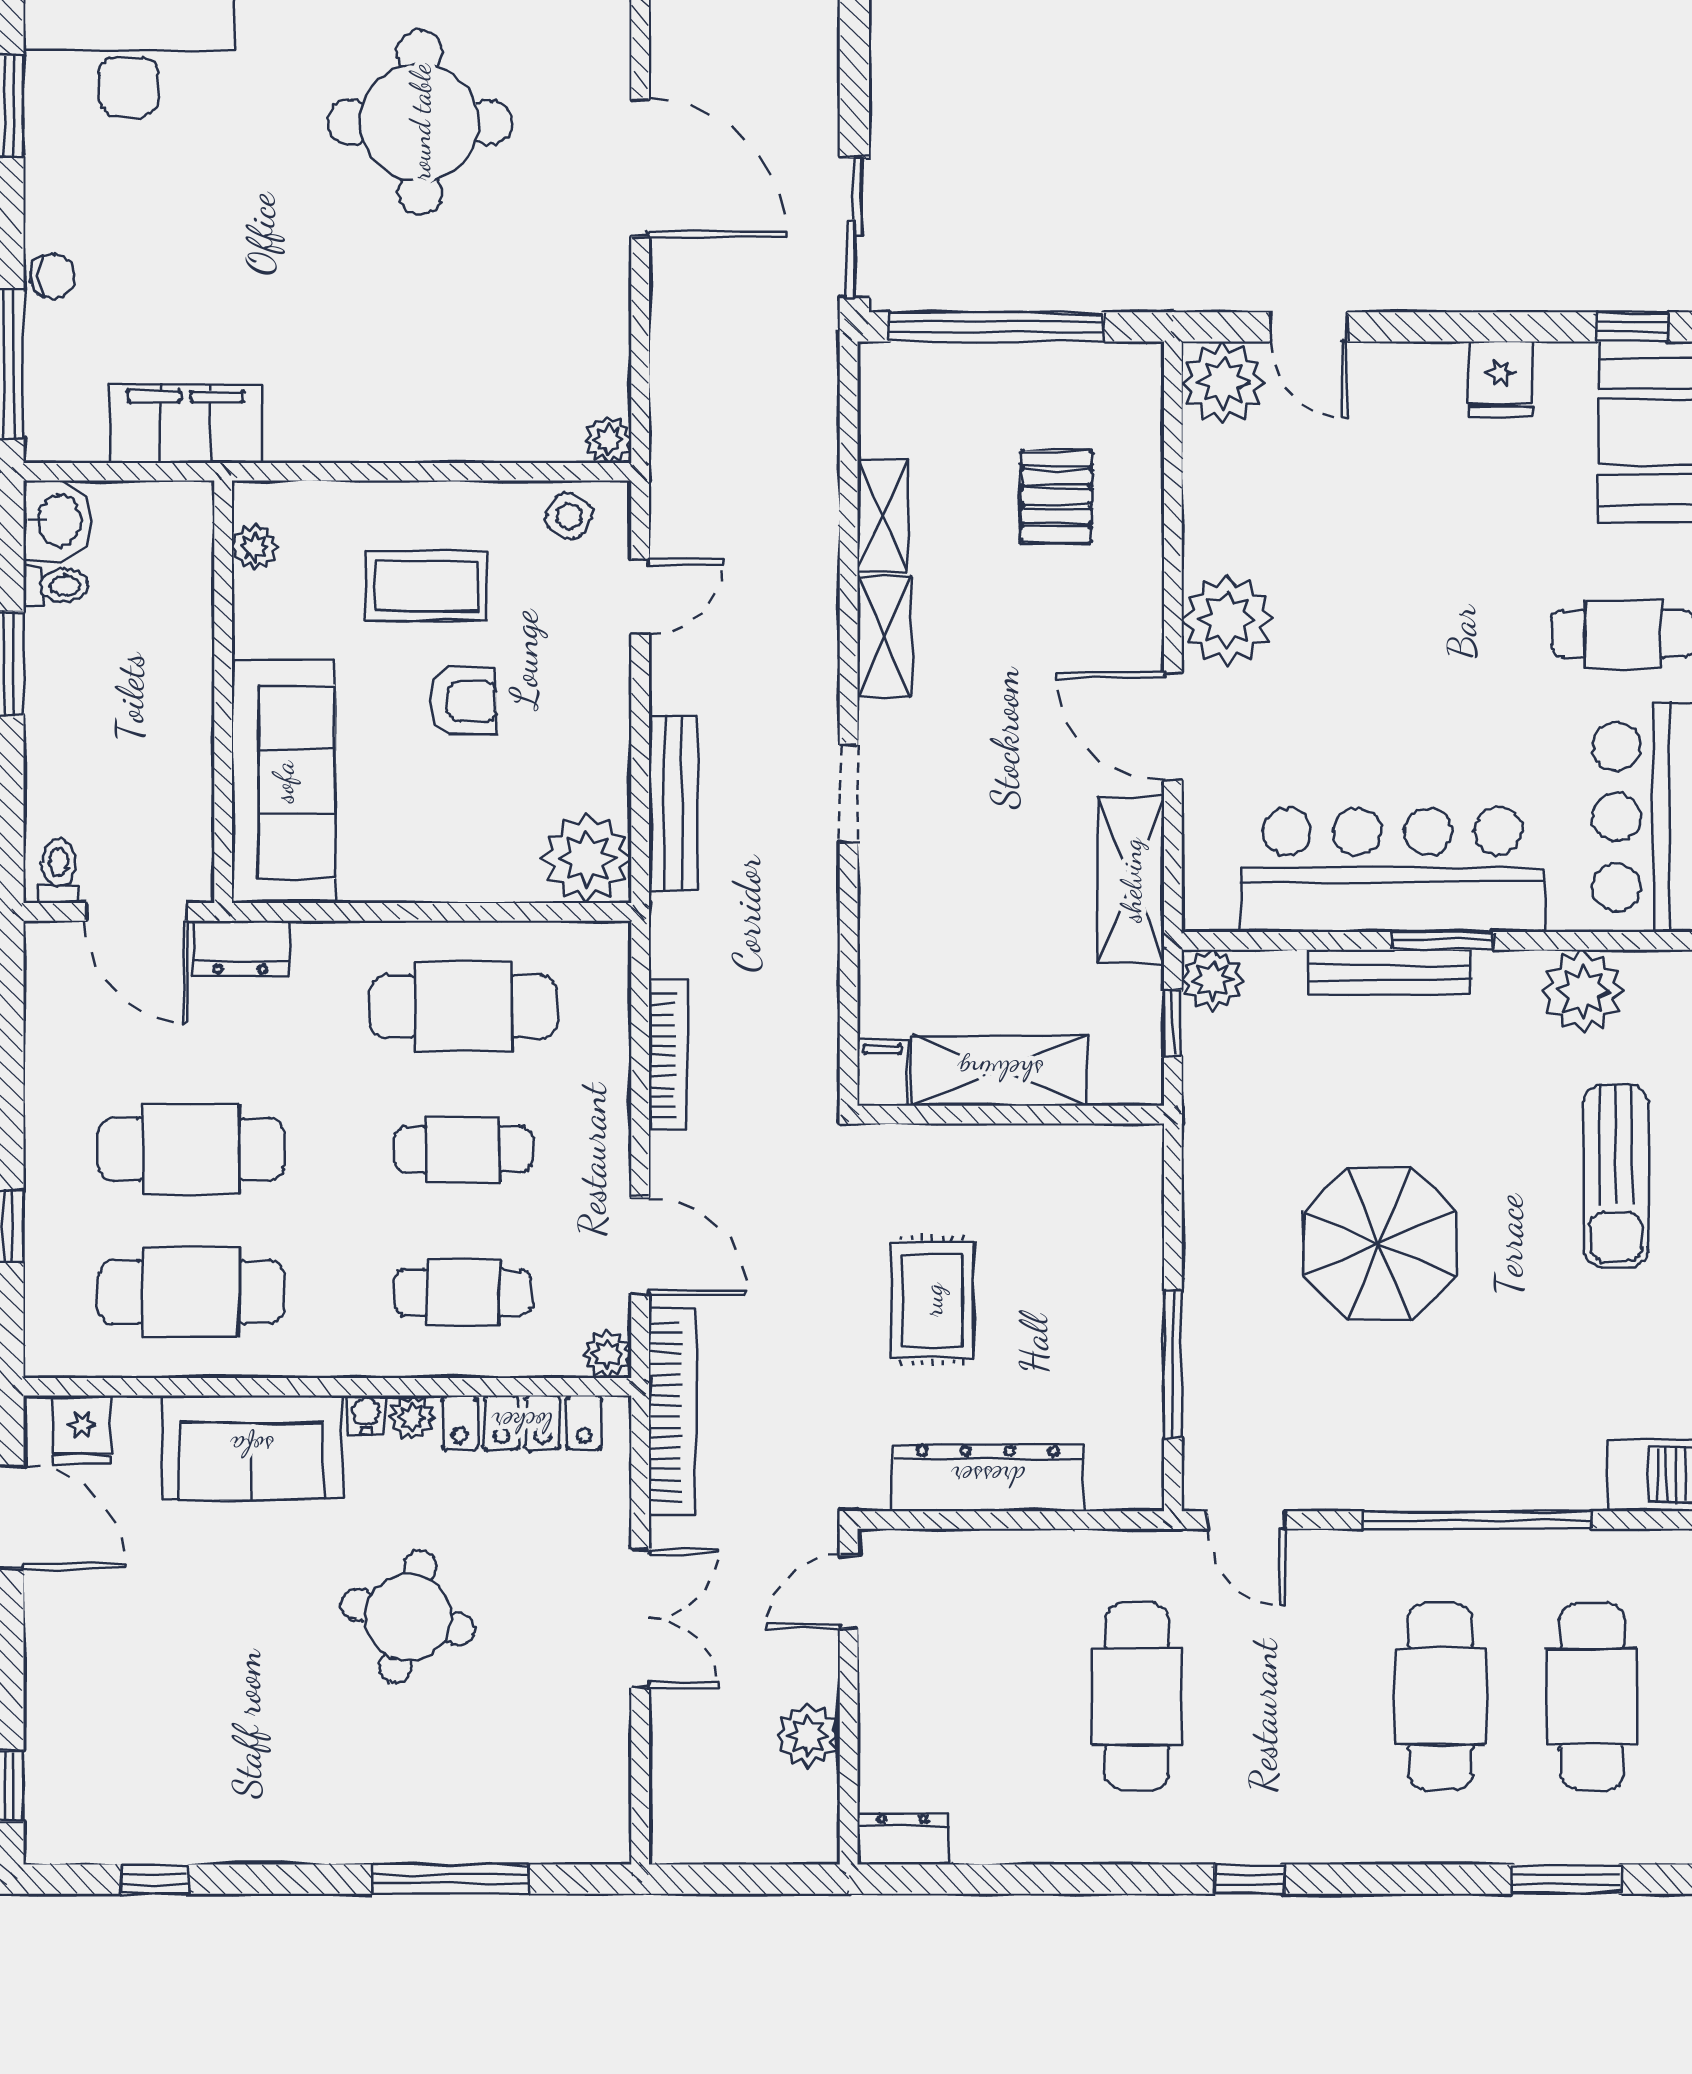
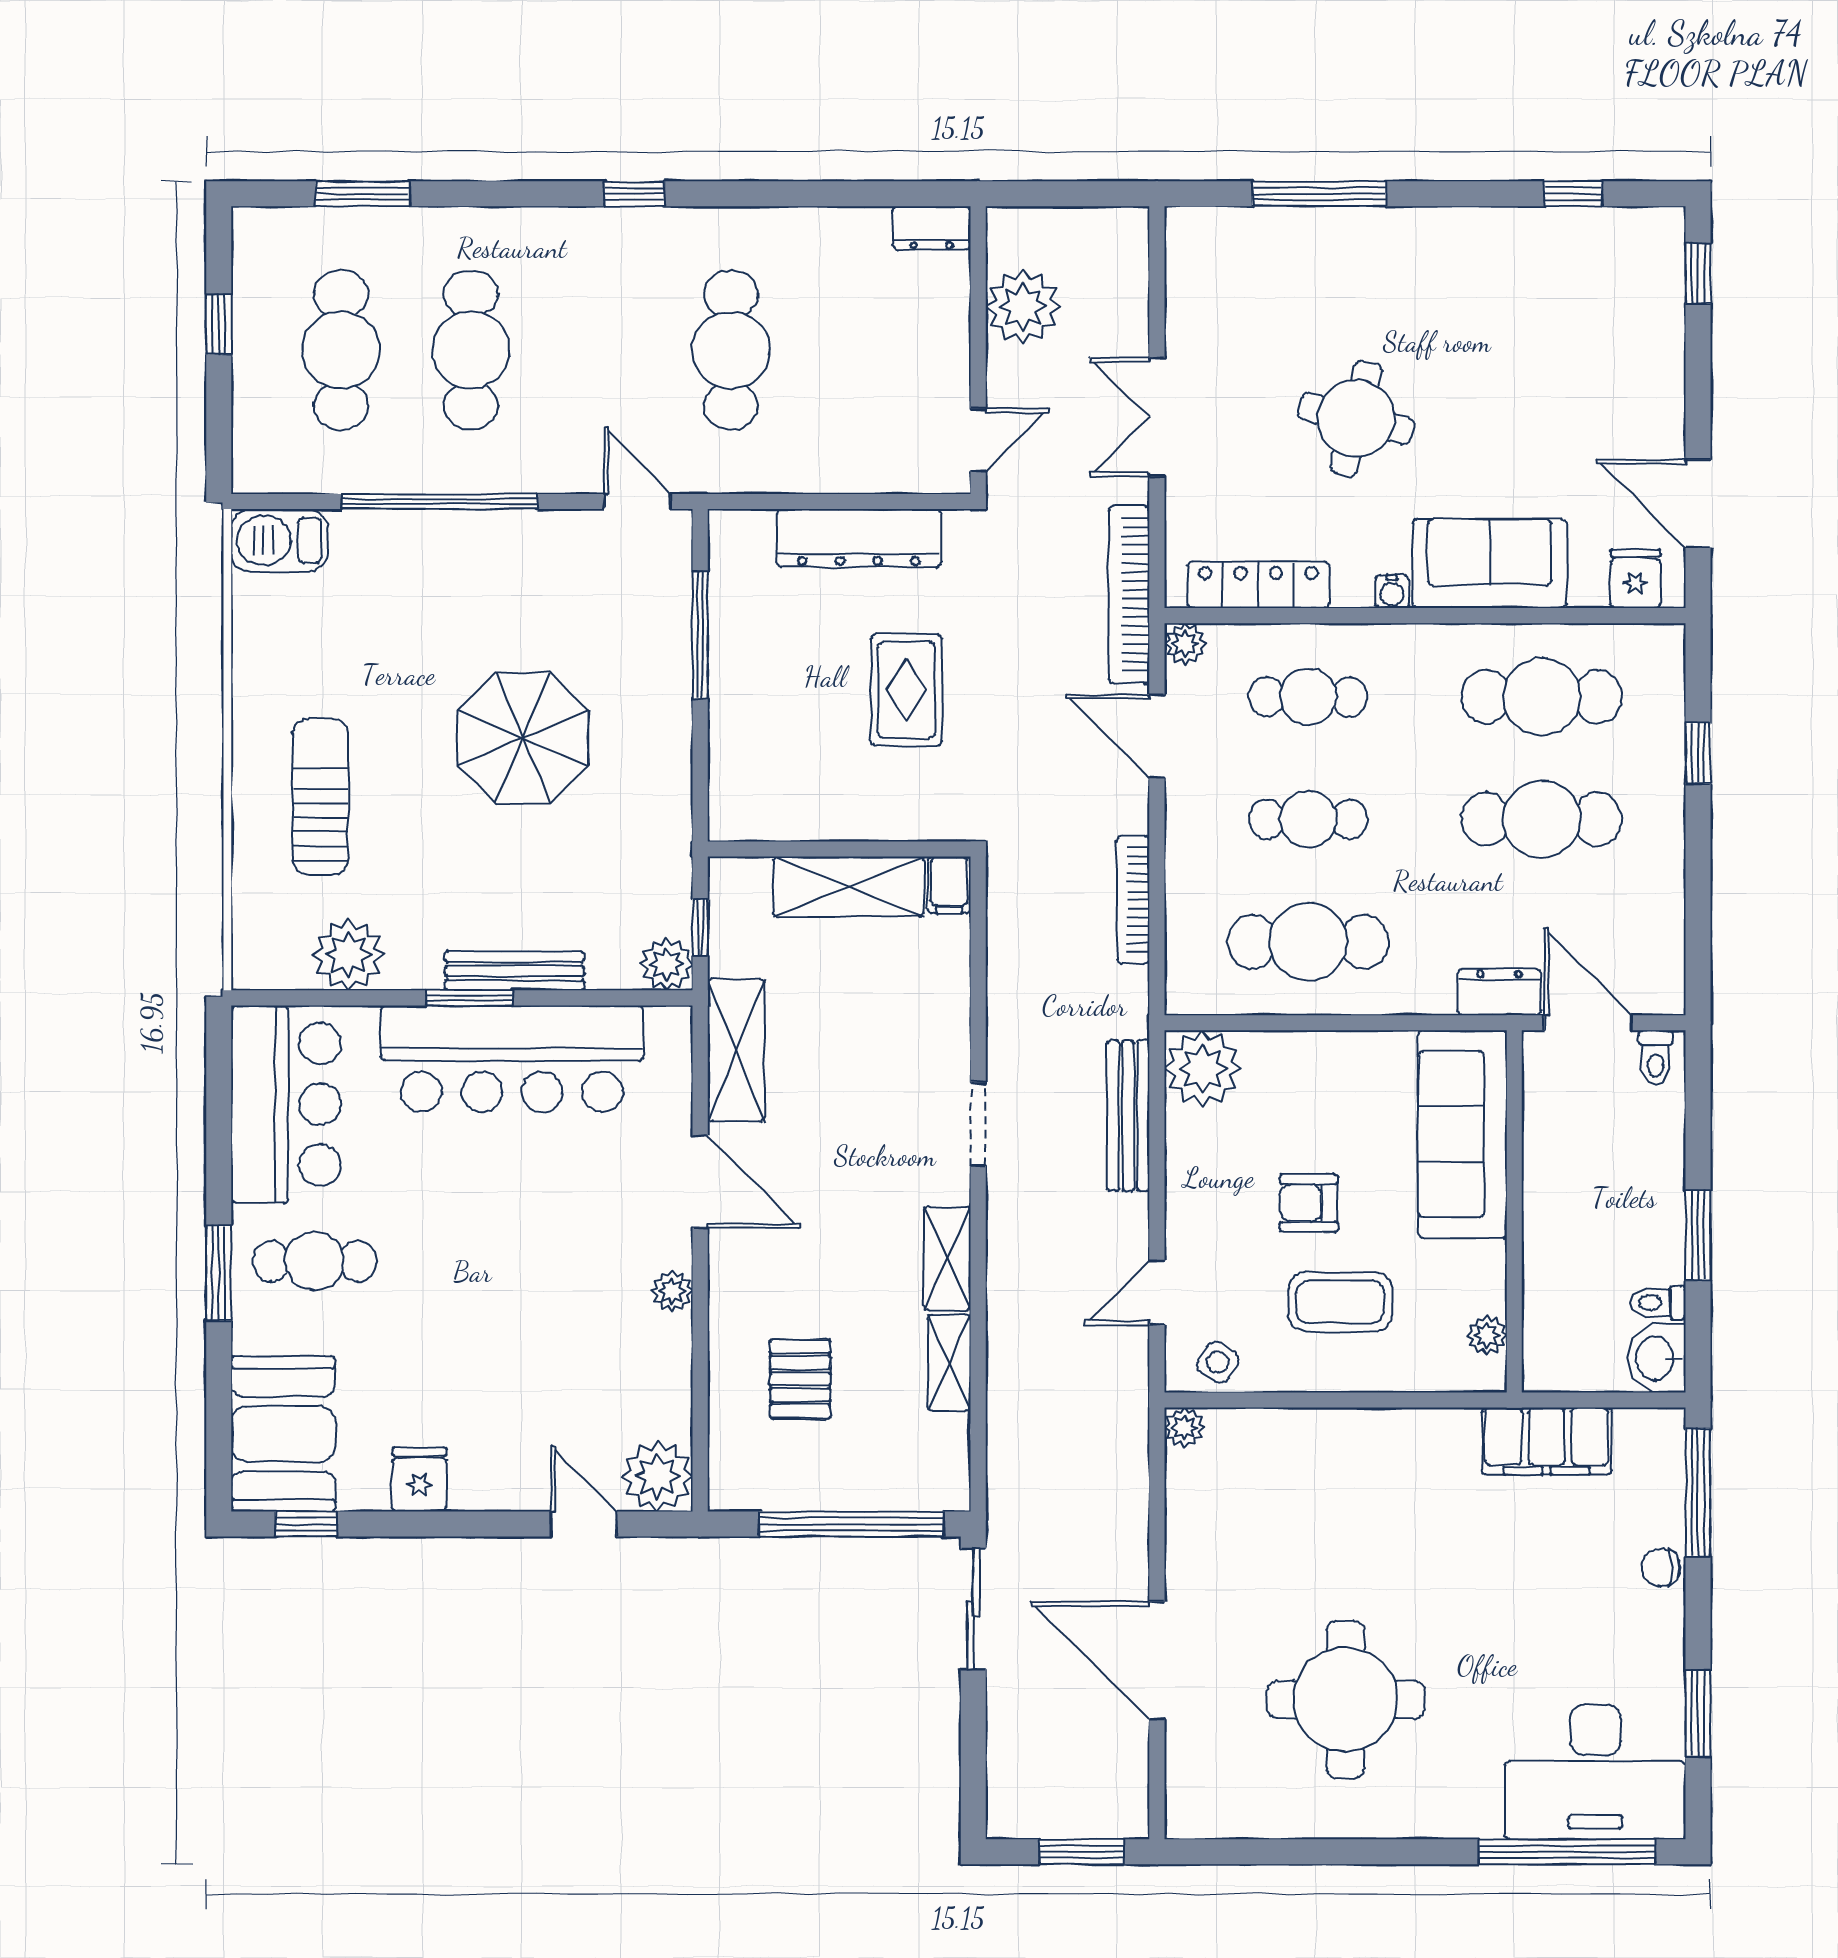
plant: (1227, 620) -> (672, 1291), width x0.53, depth x0.53
plant: (412, 1418) -> (1352, 589), removed
plant: (808, 1735) -> (1023, 307), width x1.36, depth x1.36

